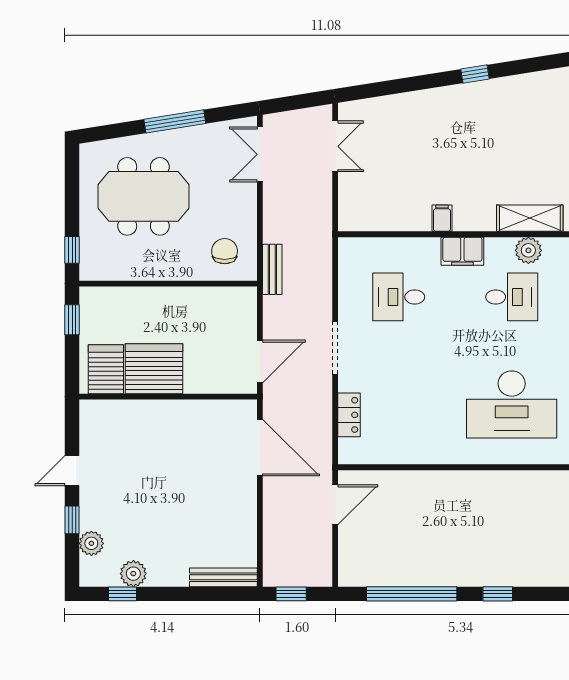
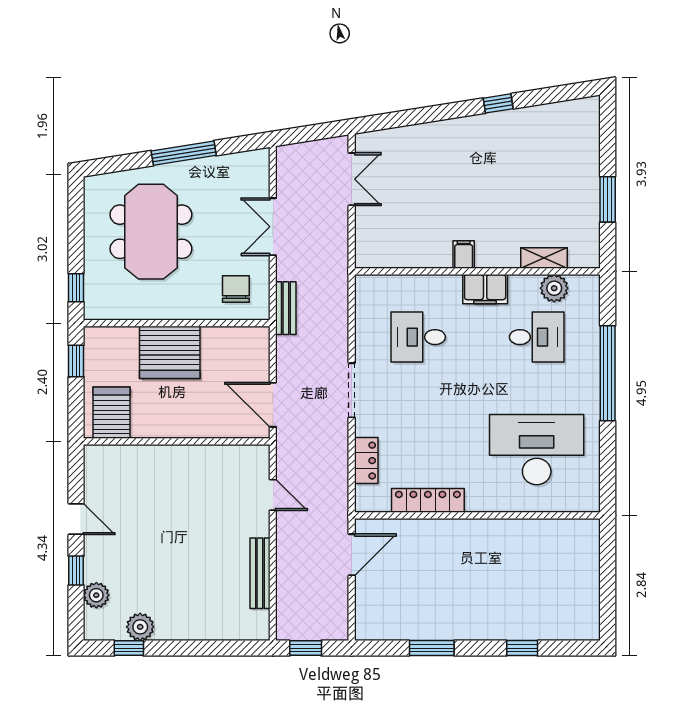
double door: (260, 154) -> (273, 227), moved
meeting table: (144, 196) -> (151, 232), turned 90
shelving: (530, 218) -> (544, 258), width x0.67, depth x0.75
door: (260, 362) -> (273, 405), swing flipped
server rack: (154, 369) -> (170, 352), moved, turned 180
desk: (512, 404) -> (537, 450), turned 180
door: (260, 448) -> (273, 495), width x0.53
locker: (408, 453) -> (428, 500), added
door: (72, 471) -> (76, 519), swing flipped
bench: (223, 577) -> (260, 573), moved, turned 90
window: (412, 594) -> (432, 648), width x0.47

